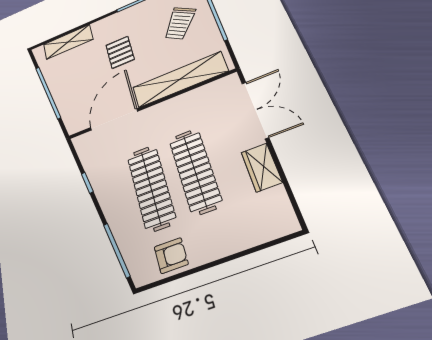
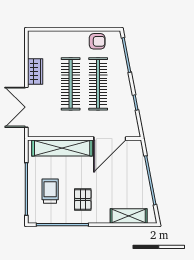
trolley: (180, 23) -> (50, 191), turned -34
pallet: (120, 52) -> (83, 199), moved
armchair: (171, 256) -> (97, 41), turned 180

